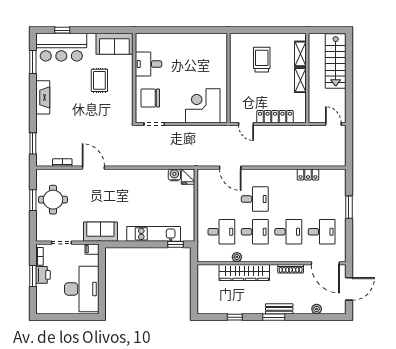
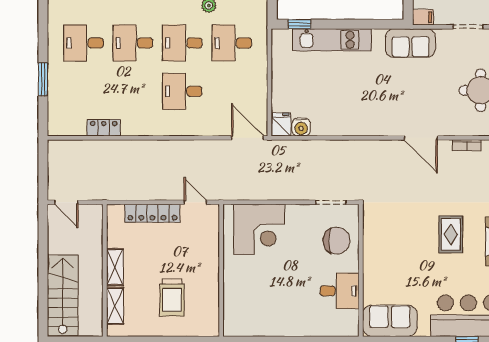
rug: (99, 80) -> (451, 234), moved
door: (230, 168) -> (247, 138), moved

